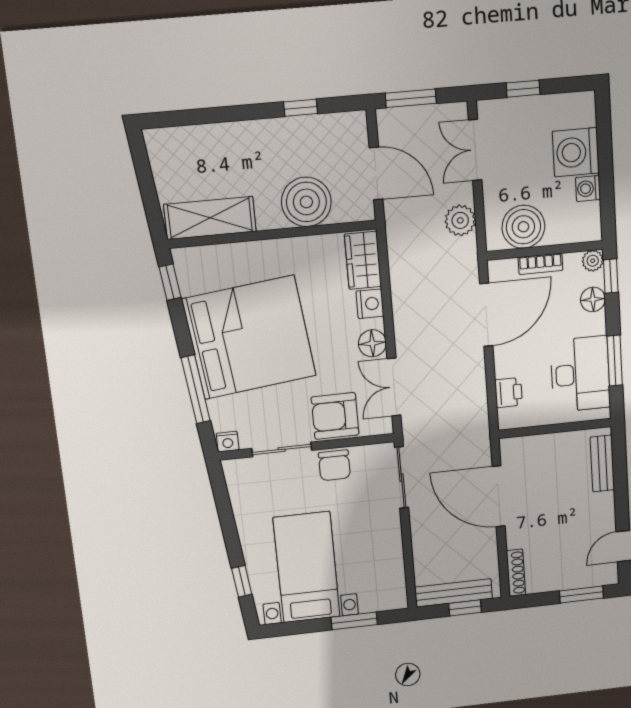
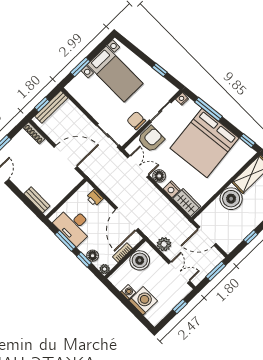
boiler: (306, 202) -> (231, 199), moved
window: (611, 276) -> (84, 260), moved
window: (242, 581) -> (160, 70), moved

